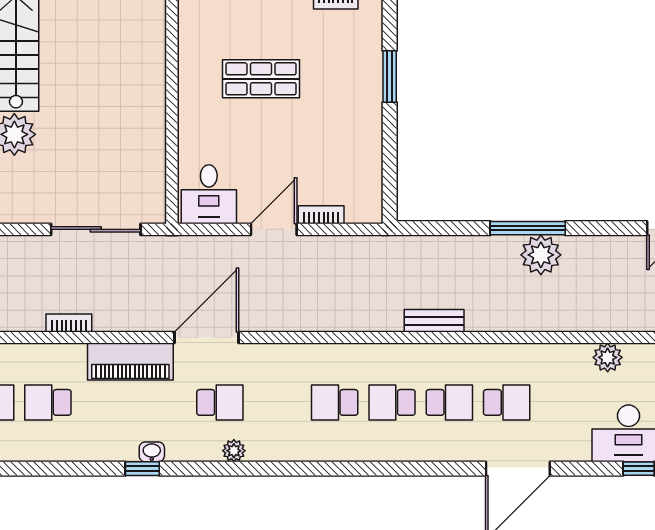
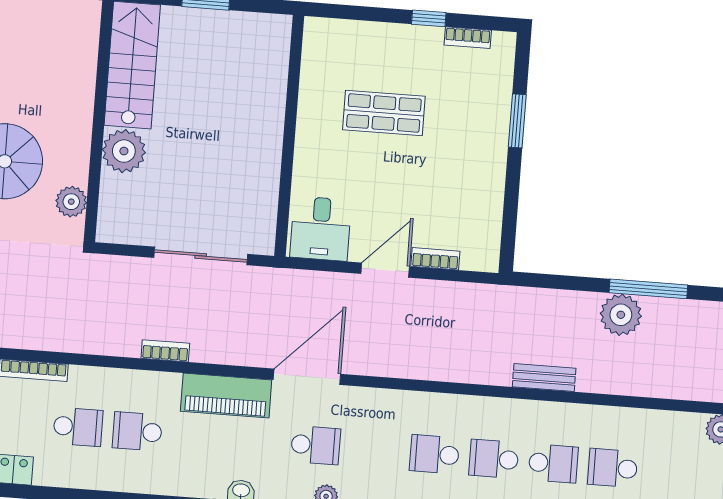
plant: (541, 255) -> (621, 315), moved
school desk: (507, 402) -> (613, 468), turned 180

